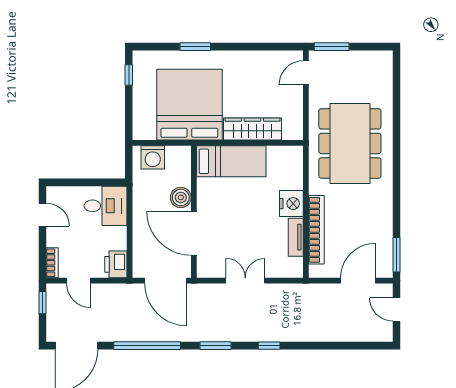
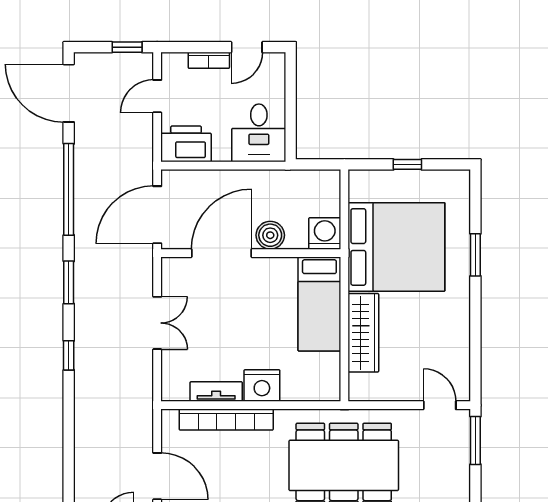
window: (129, 75) -> (407, 164), moved
washing machine: (153, 157) -> (325, 233), moved, turned 90
bookcase: (52, 263) -> (209, 60), moved
printer: (116, 264) -> (186, 144), width x1.37, depth x1.19

